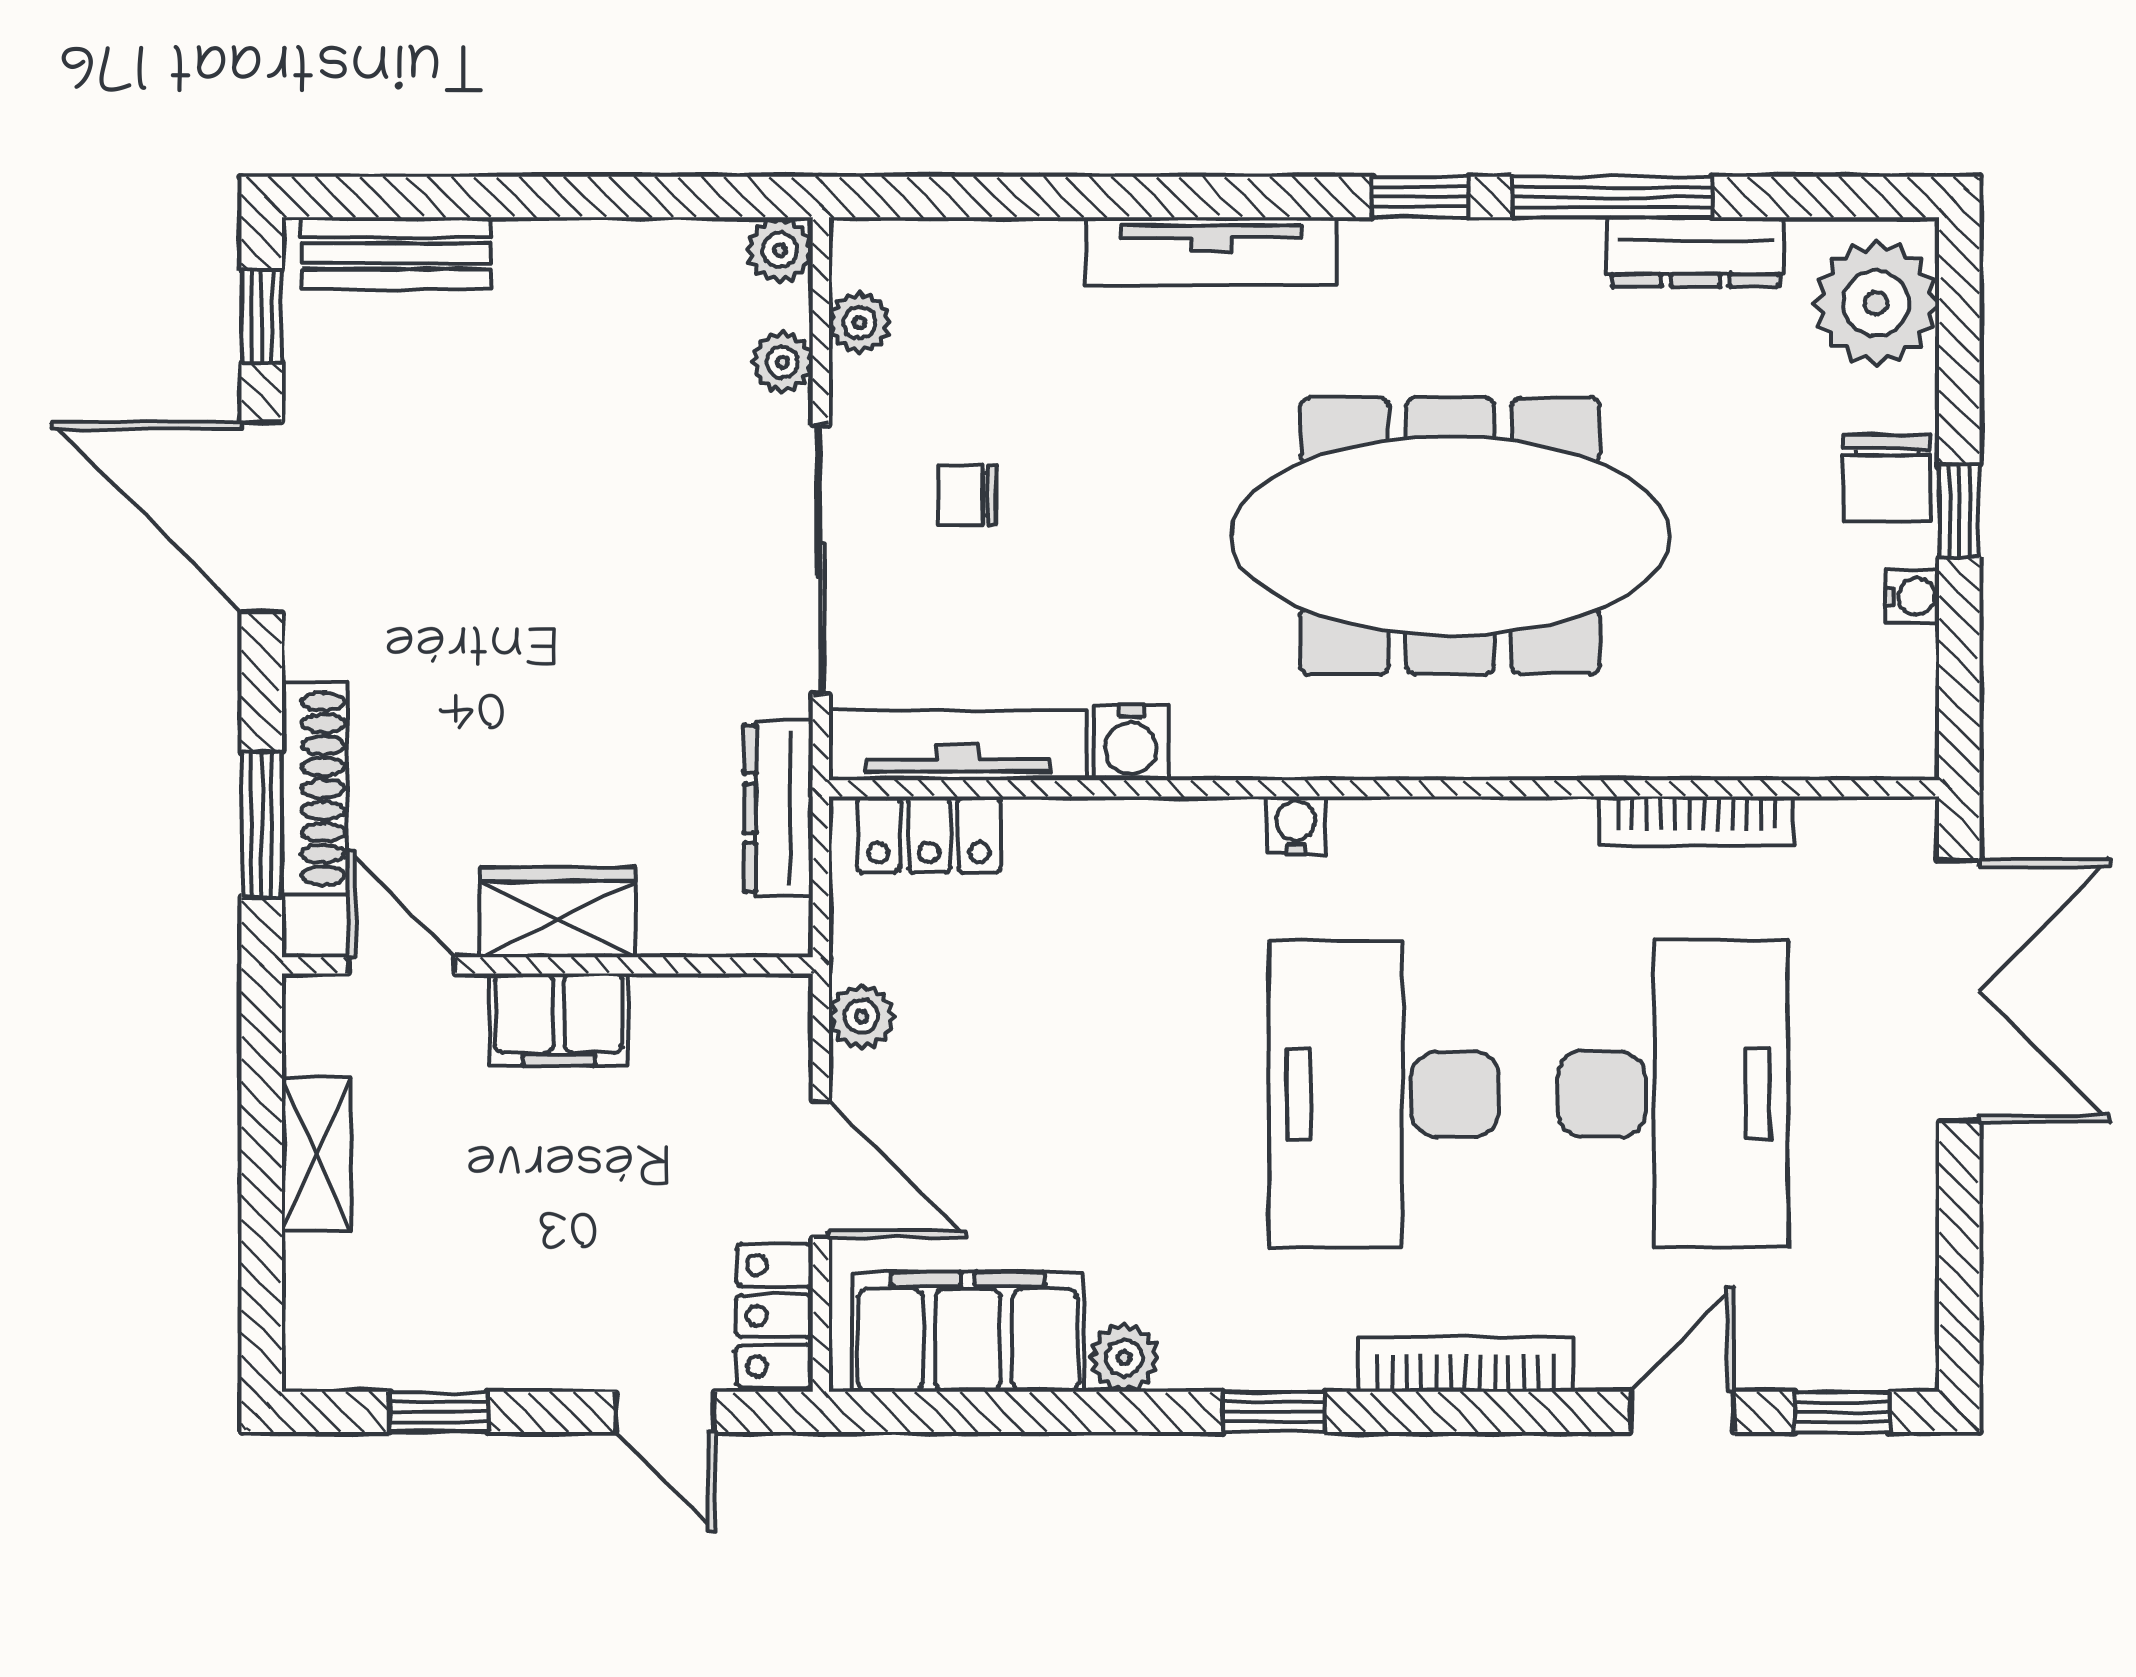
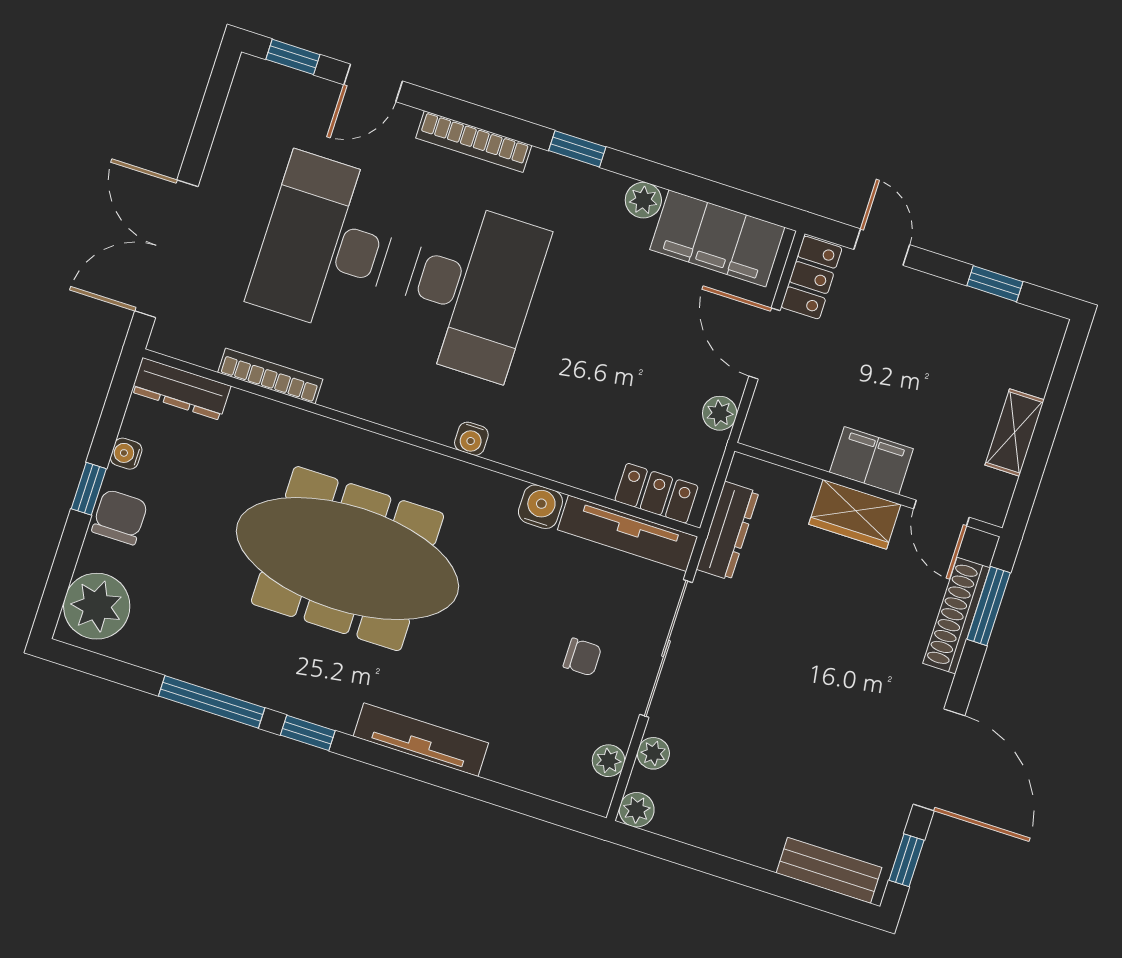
dresser: (1696, 252) -> (181, 389), moved, turned 180

